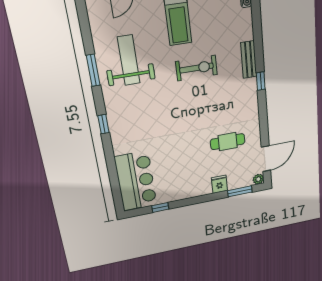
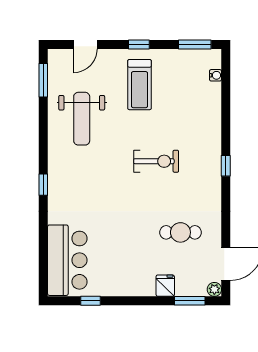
weight bench: (129, 60) -> (82, 119), turned 180
bench: (249, 60) -> (214, 139), removed
exercise bike: (197, 68) -> (156, 161), moved
window: (93, 70) -> (43, 80), moved

